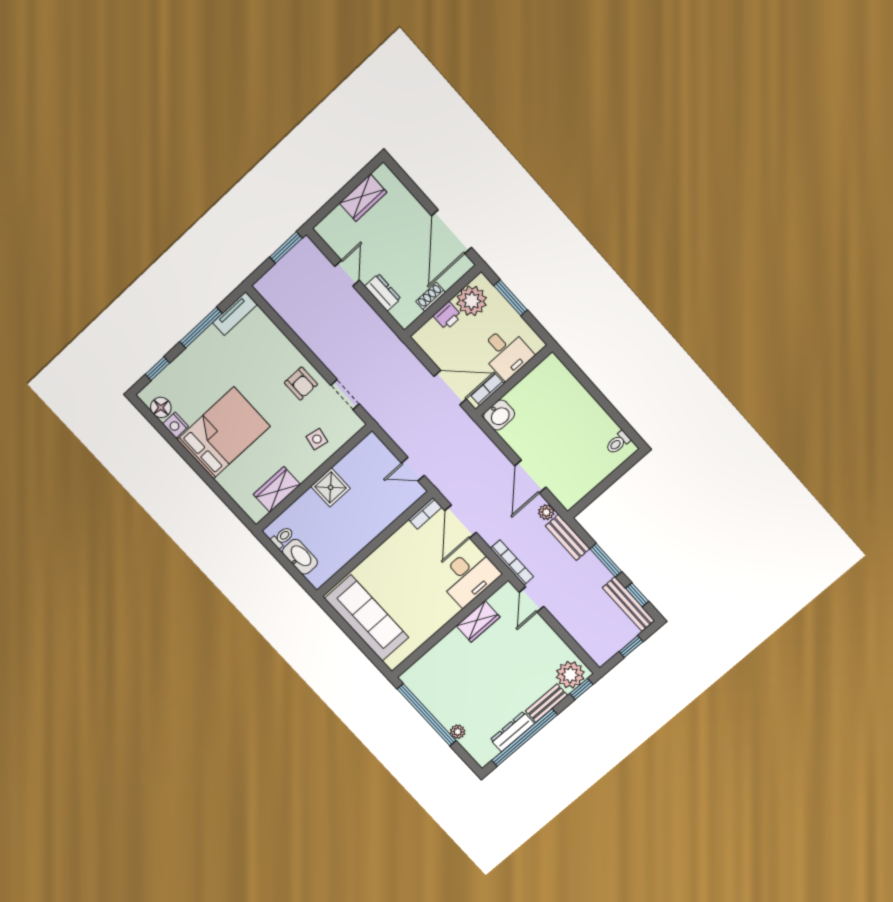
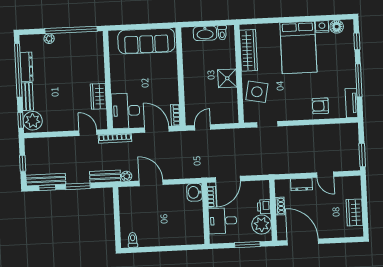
armchair: (301, 384) -> (320, 106), moved
side table: (317, 439) -> (257, 92), width x1.87, depth x1.87
wardrobe: (277, 489) -> (248, 50), width x1.50

